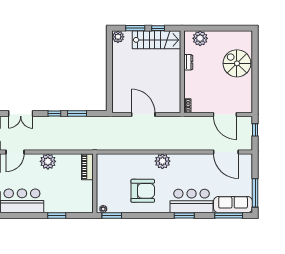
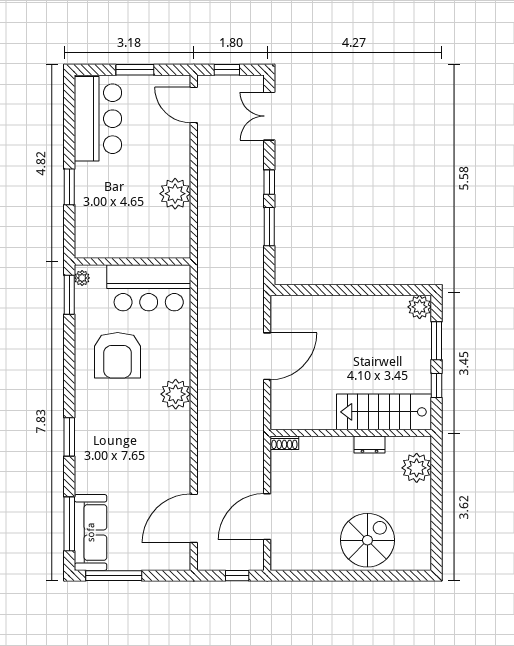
stairs: (156, 40) -> (384, 412), moved, turned 90
plant: (48, 161) -> (175, 194), moved
piano: (87, 167) -> (164, 247), removed
bar counter: (192, 201) -> (149, 288), moved, turned 90

